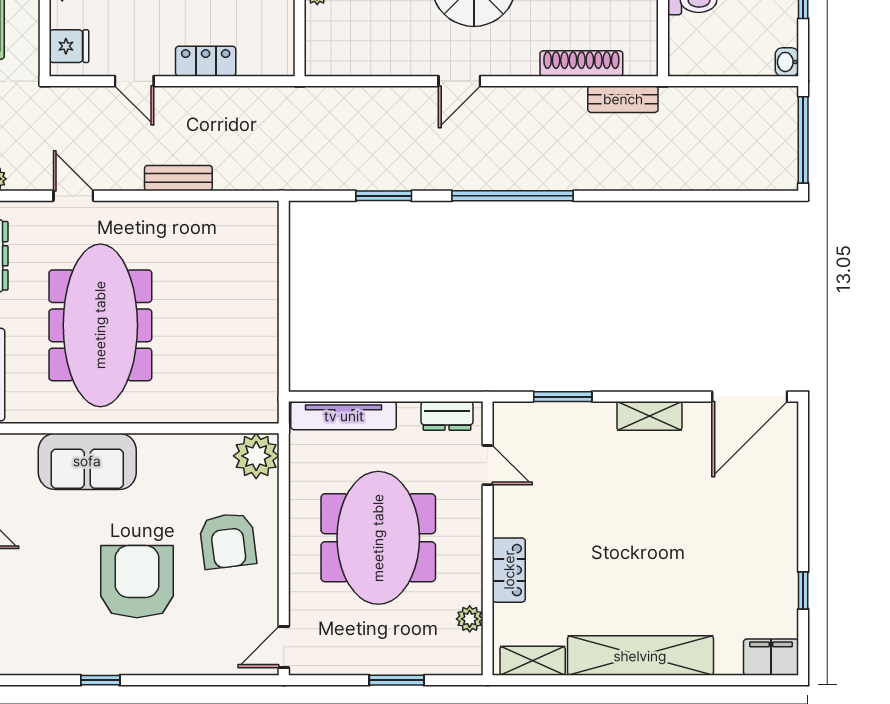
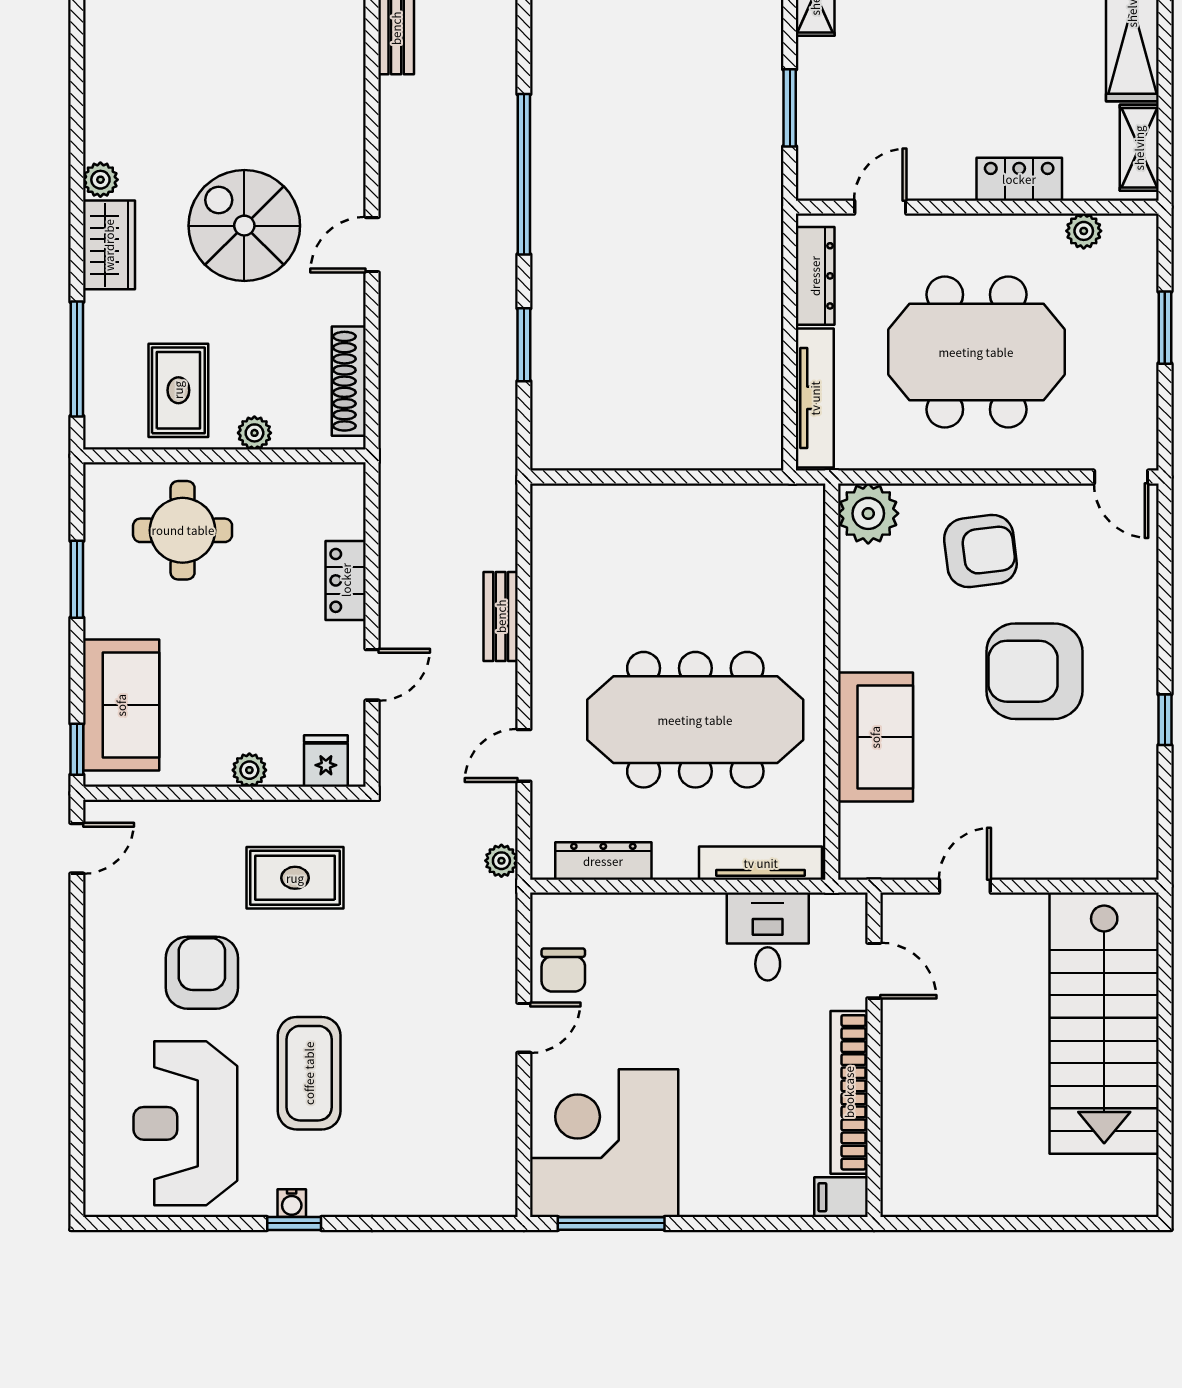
shoe rack: (581, 63) -> (349, 381), moved
door: (459, 81) -> (372, 245), swing flipped
dresser: (447, 416) -> (815, 276), width x1.44

